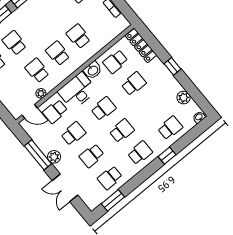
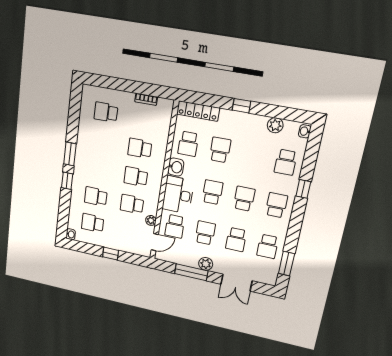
school desk: (170, 128) -> (286, 162), turned 180

